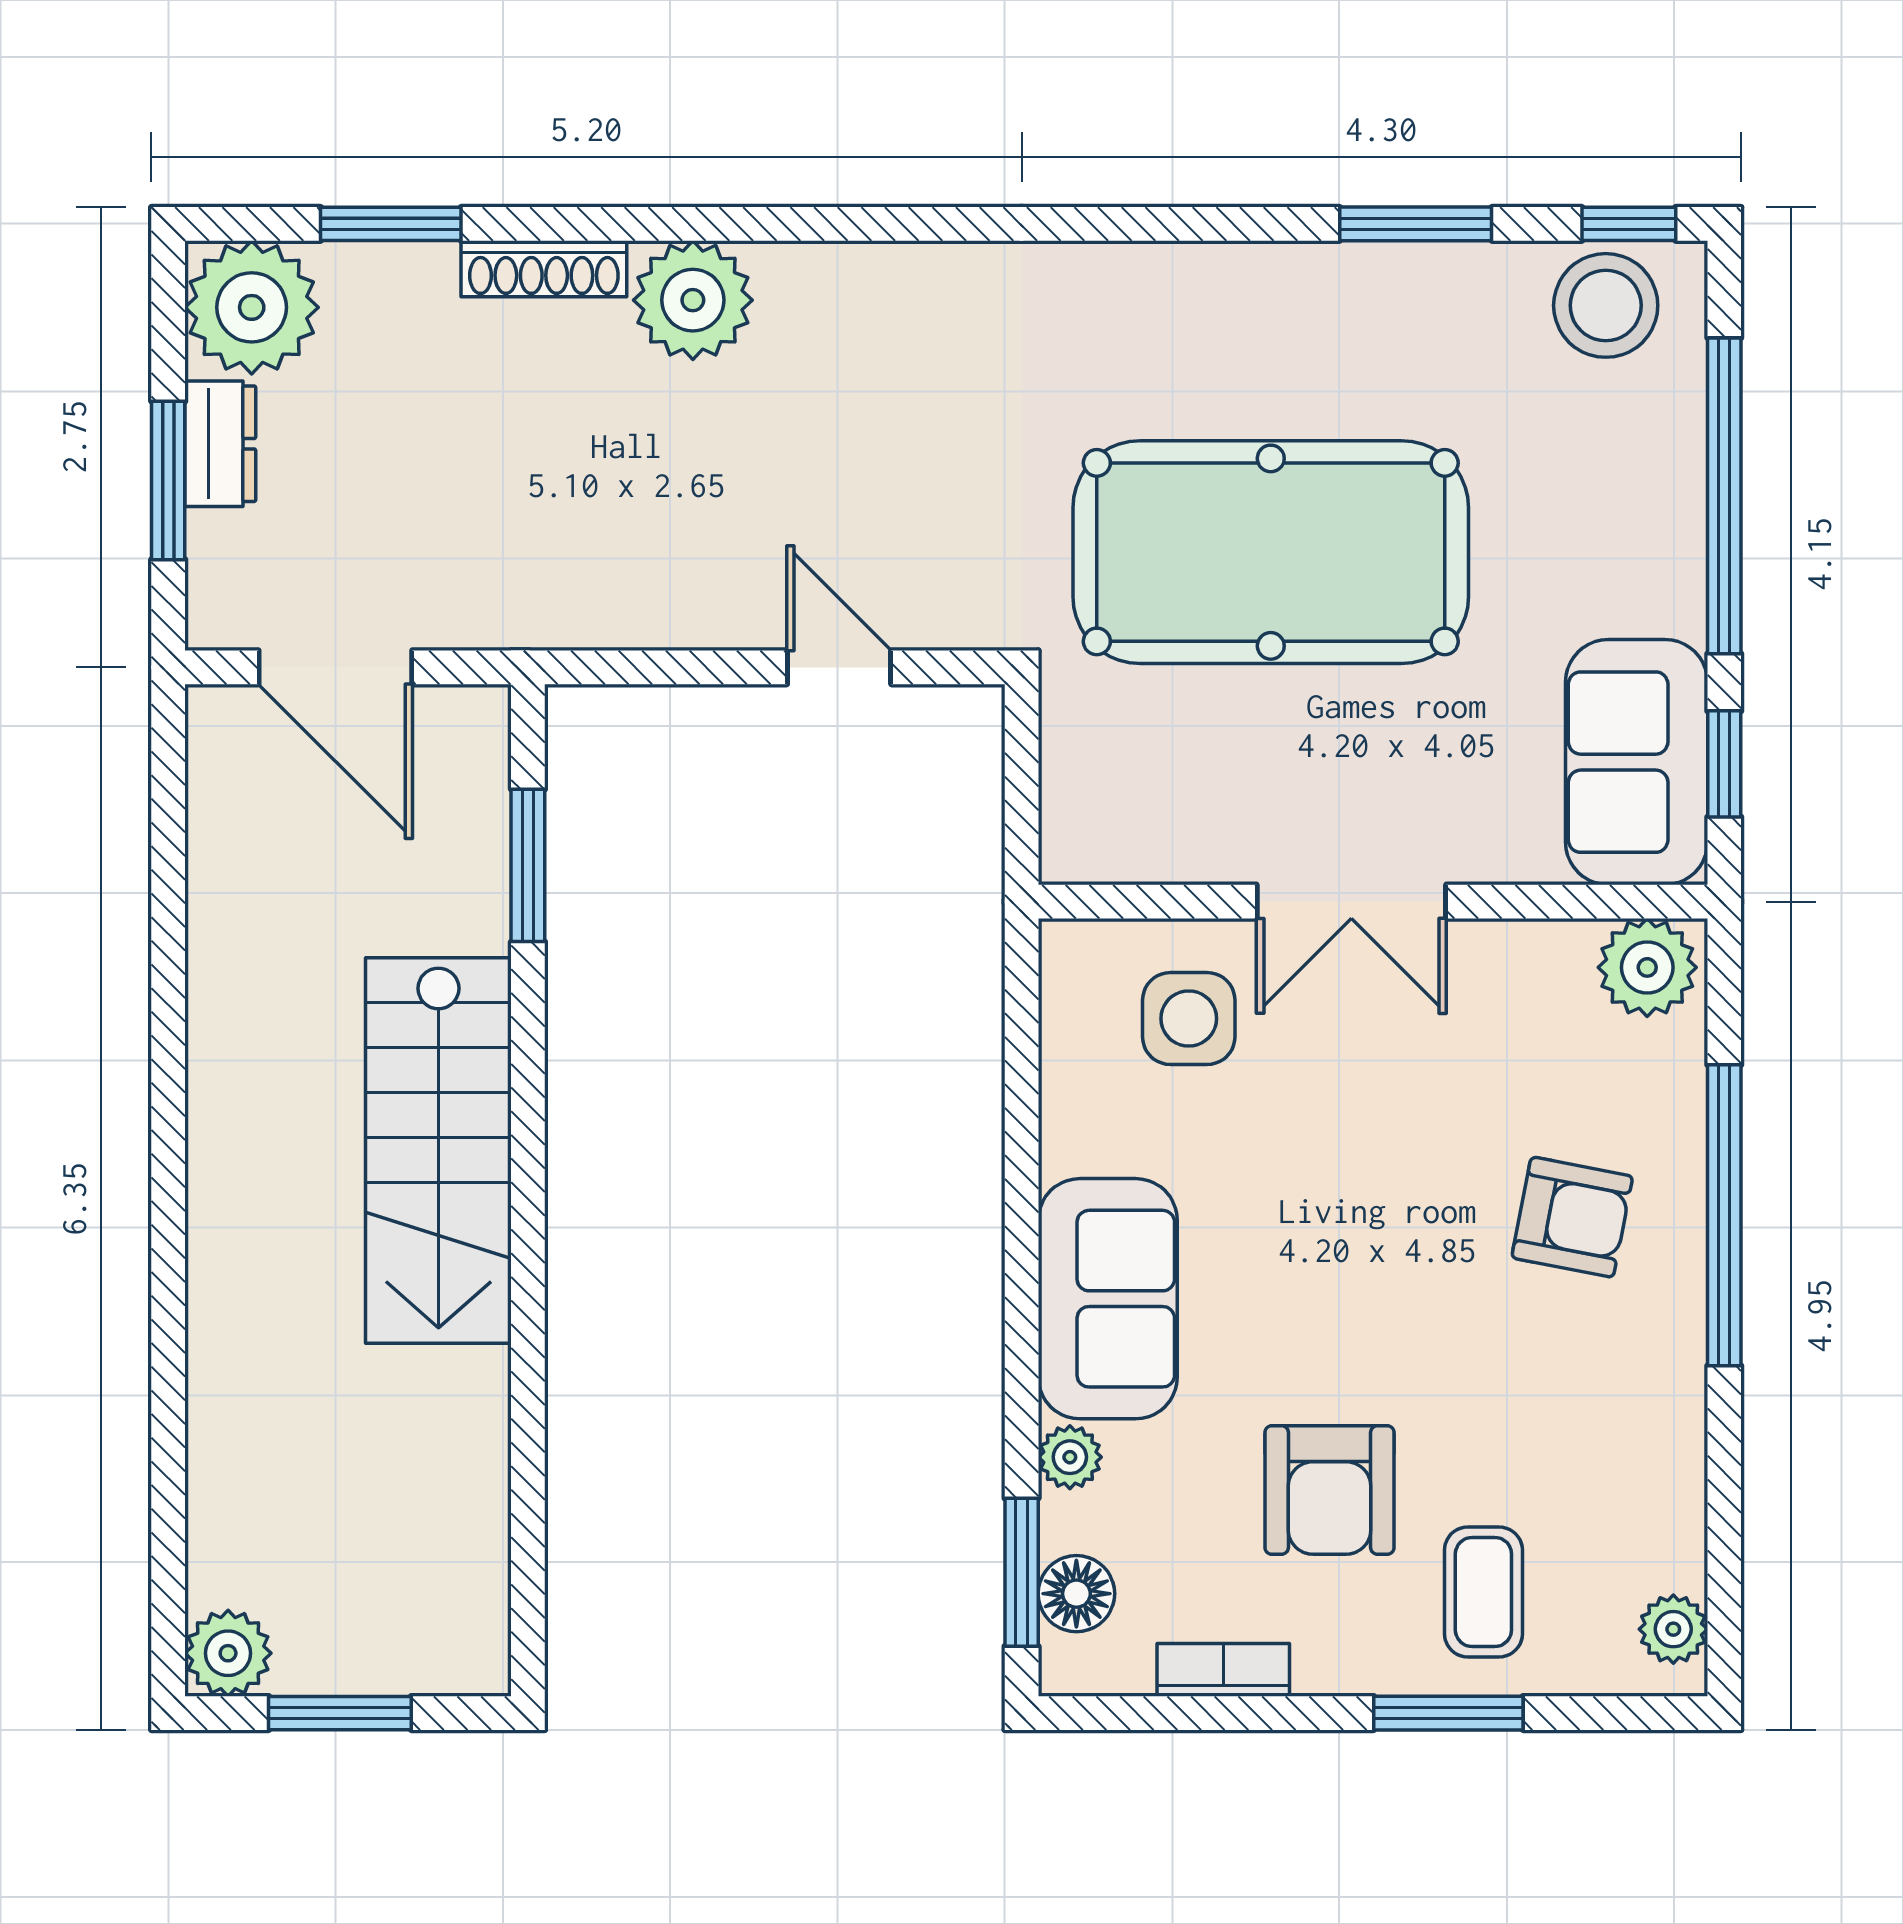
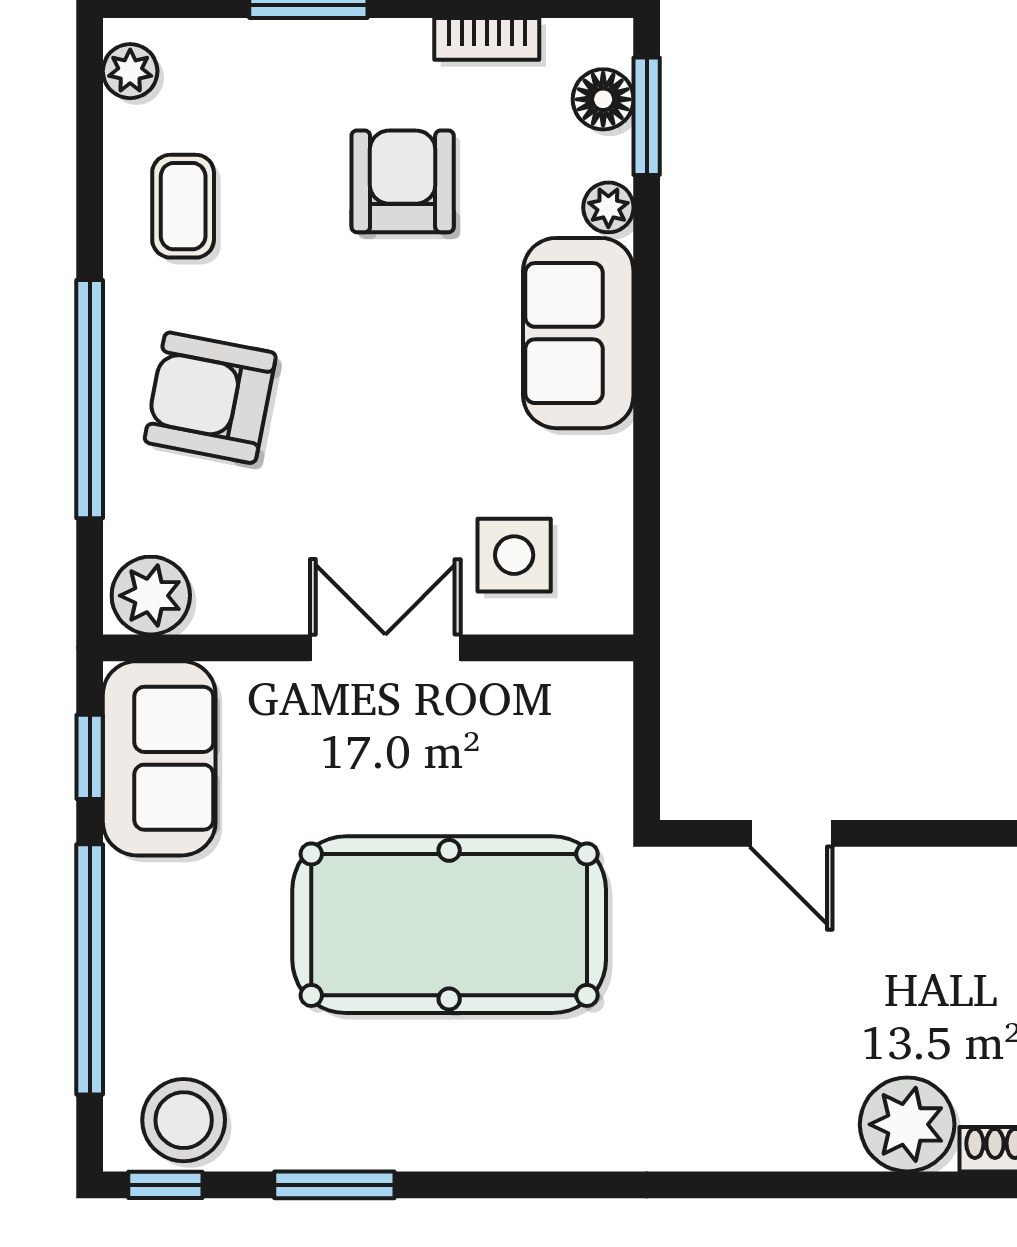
armchair: (1572, 1217) -> (210, 398), width x1.38, depth x1.38
coffee table: (1483, 1592) -> (183, 206), moved

